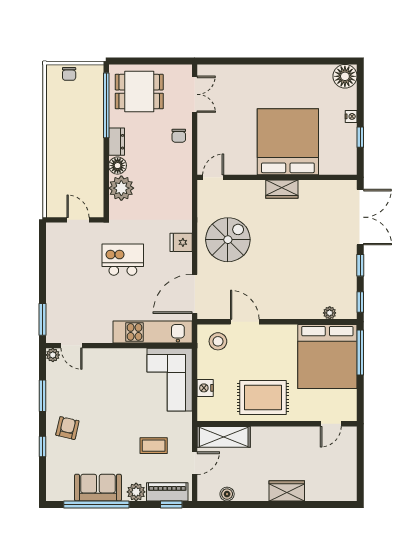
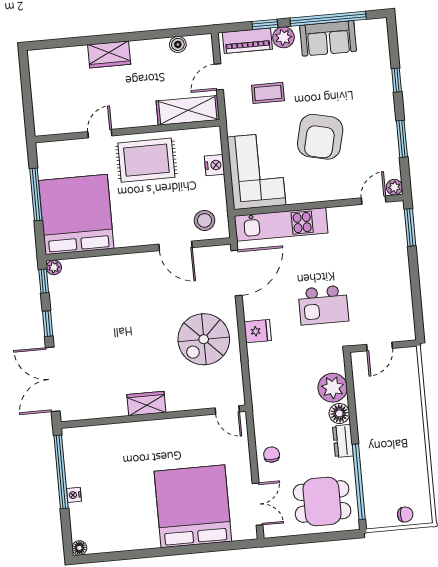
chair: (69, 74) -> (405, 514), turned 90
floor lamp: (345, 76) -> (79, 548), width x0.53, depth x0.53
double door: (195, 94) -> (258, 504), swing flipped
window: (360, 137) -> (61, 472), width x3.17
bed: (288, 142) -> (193, 506), moved, turned 180
door: (213, 177) -> (227, 410), hinge flipped
door: (78, 220) -> (379, 346), hinge flipped
plant: (330, 313) -> (54, 267), moved
door: (71, 346) -> (374, 200), hinge flipped
window: (360, 353) -> (36, 194), moved
door: (331, 424) -> (100, 134), moved
armchair: (67, 428) -> (320, 137), moved, width x1.88, depth x1.88
window: (171, 504) -> (265, 24), moved

